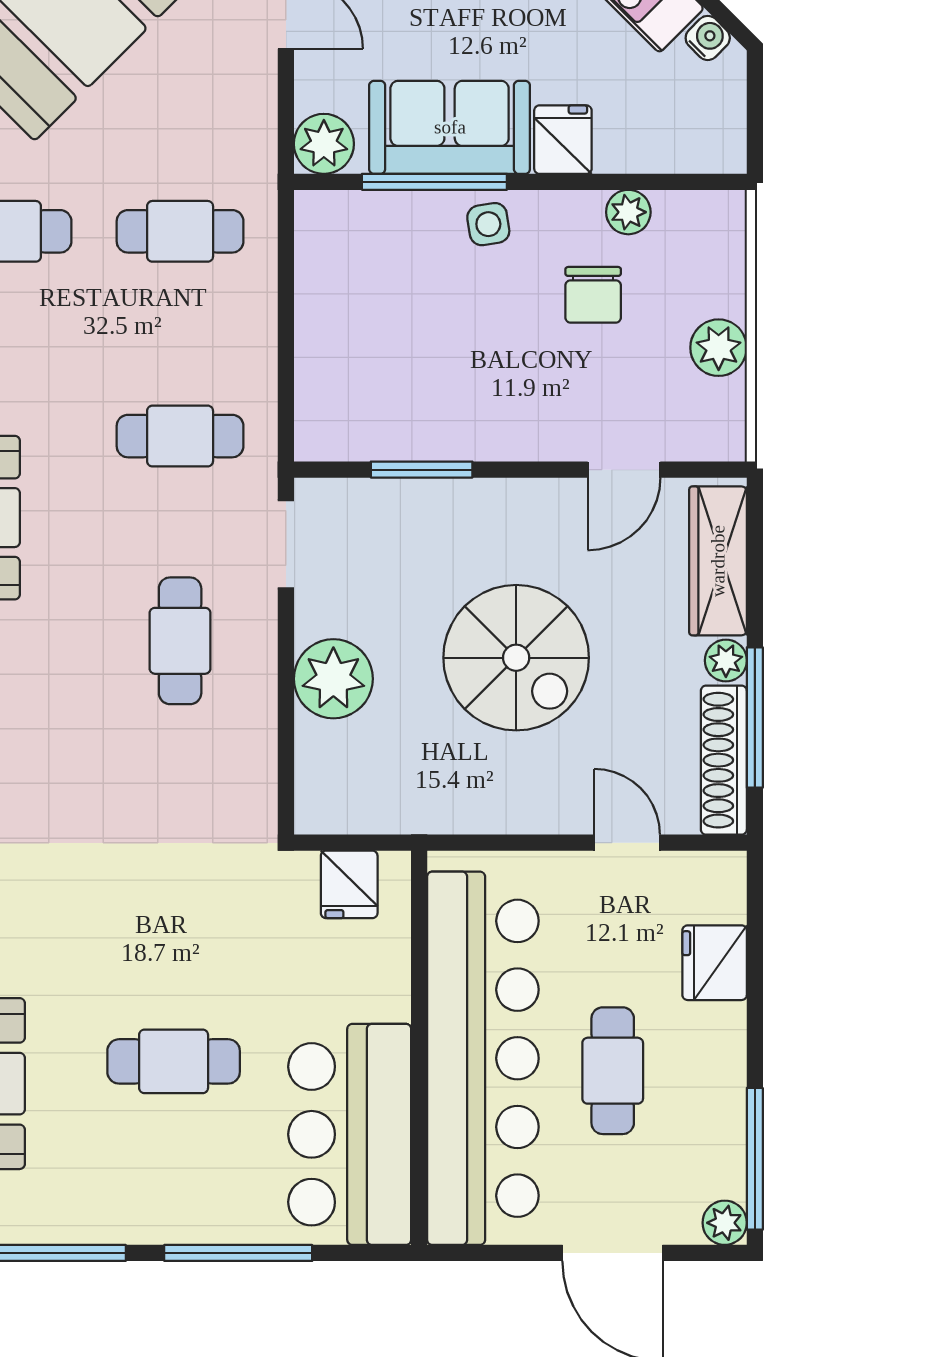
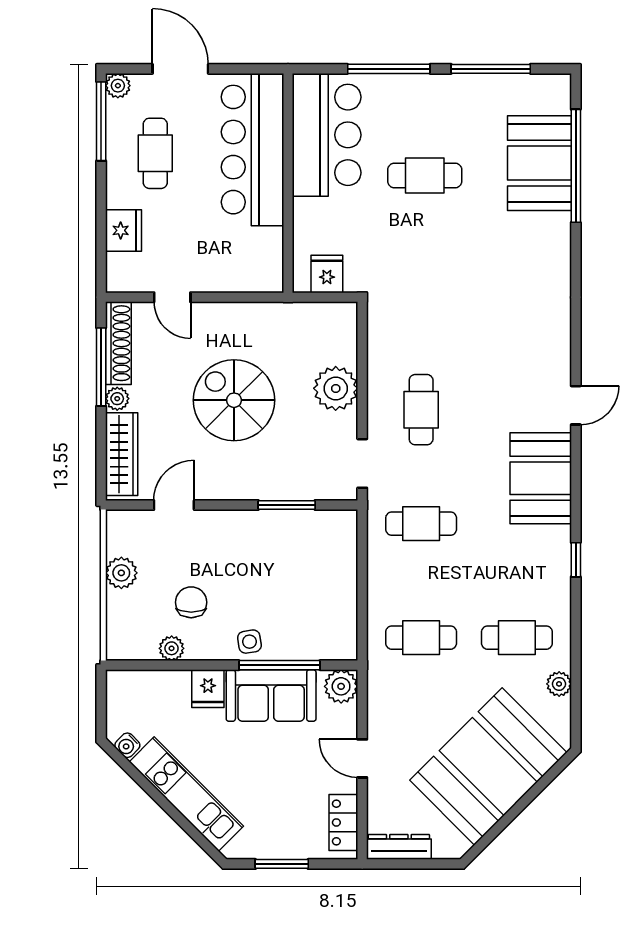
bar counter: (483, 1058) -> (253, 150), width x0.73
cafe table: (613, 1071) -> (155, 153), moved

